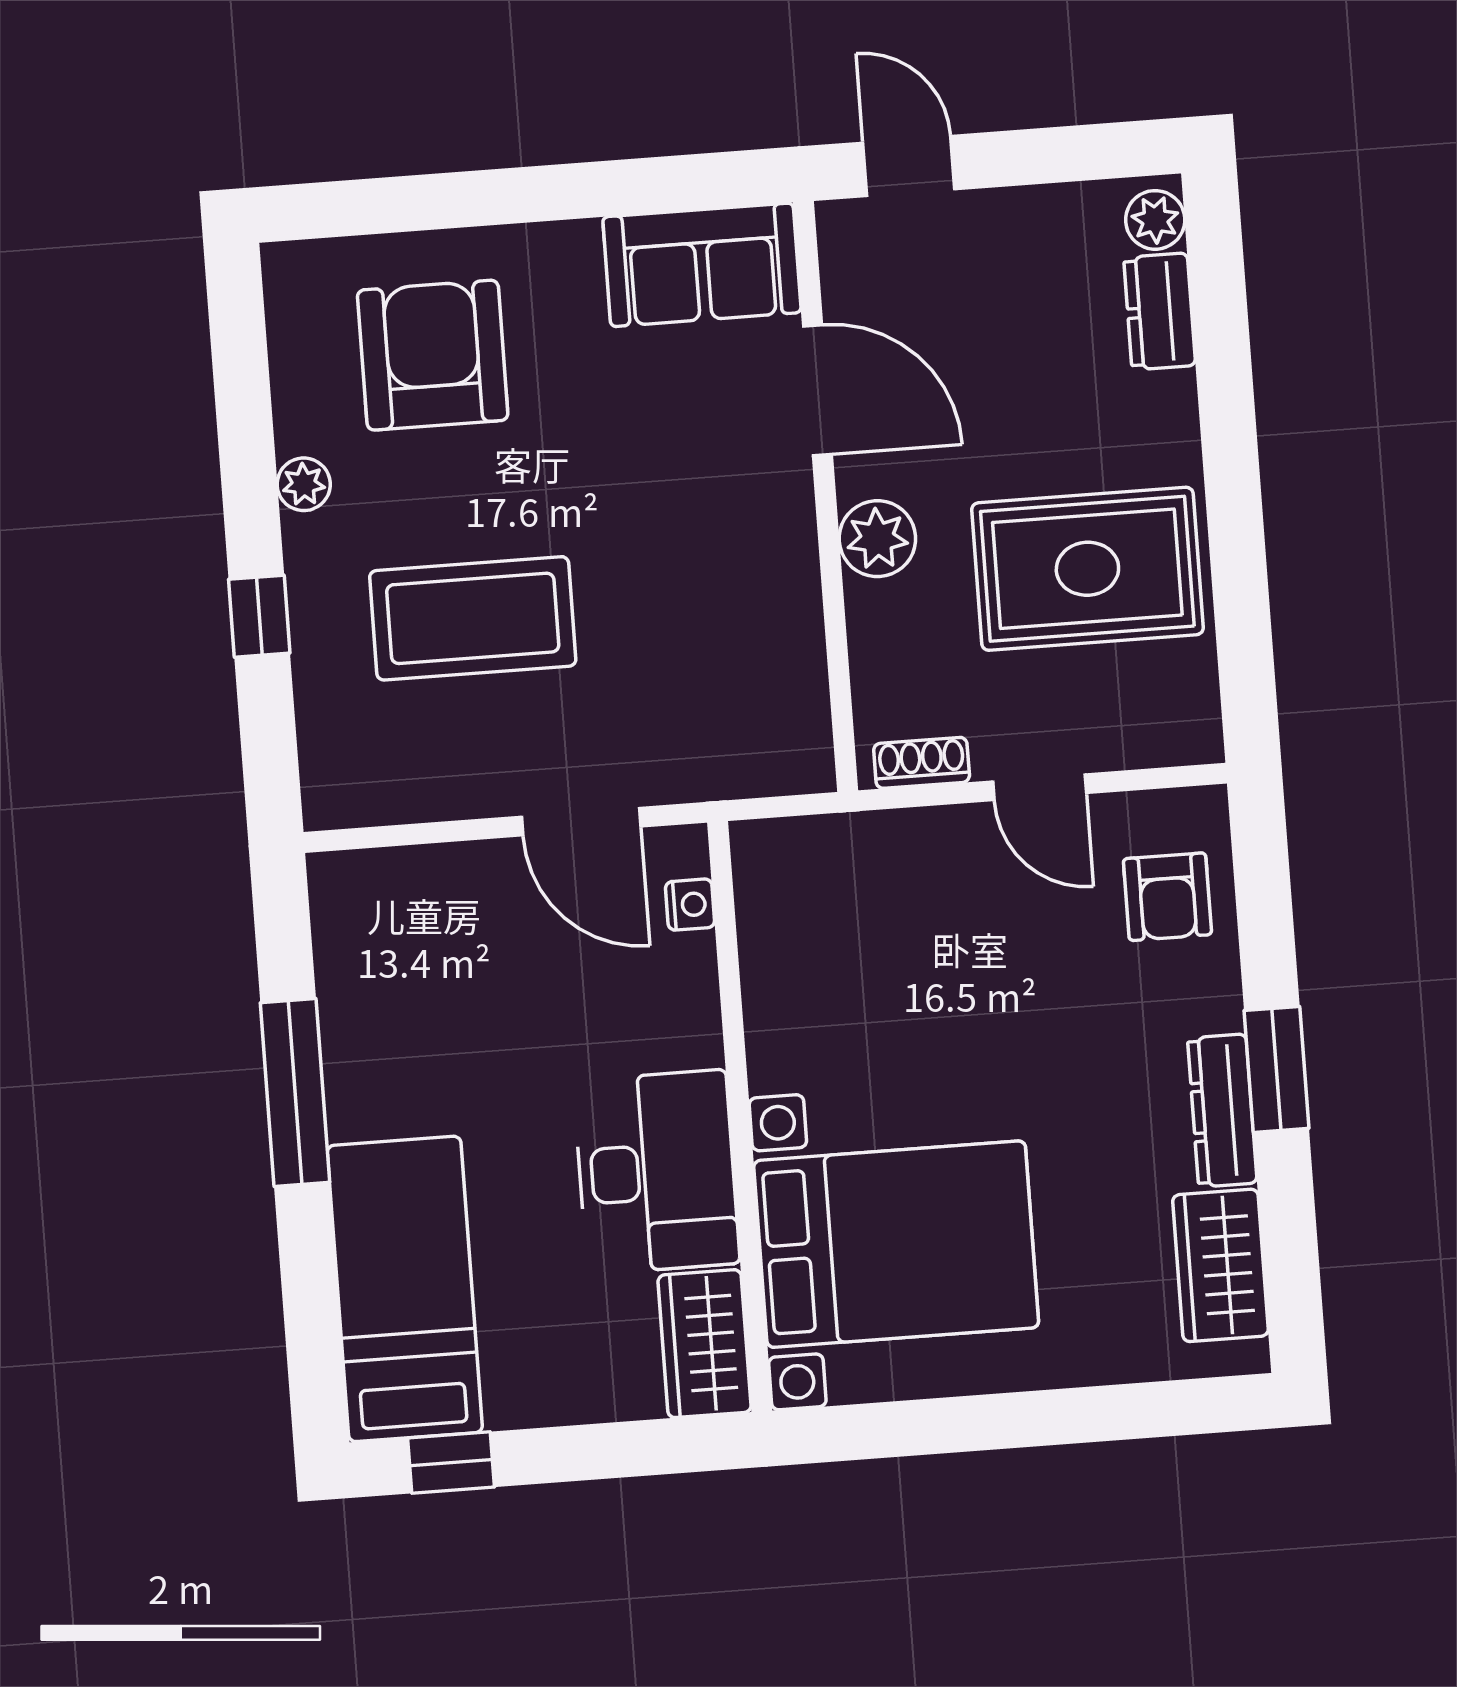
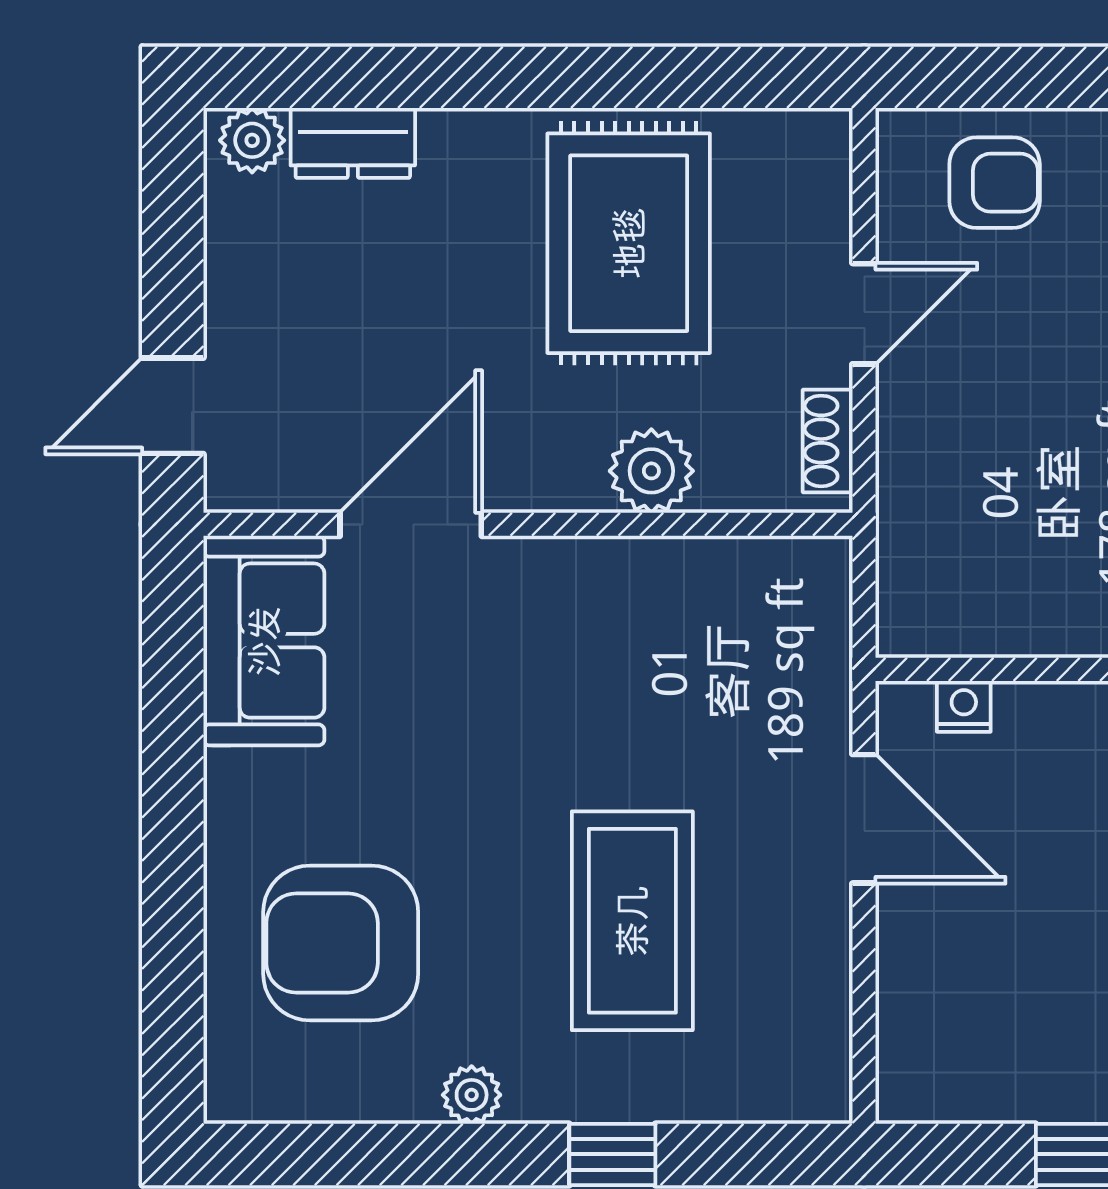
plant: (877, 539) -> (651, 471), moved
door: (581, 822) -> (864, 819), hinge flipped

